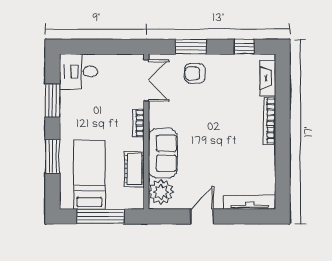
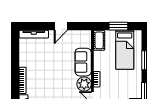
cot: (134, 169) -> (99, 40), moved
plant: (161, 192) -> (84, 84), moved
window: (100, 216) -> (118, 26), width x0.69

